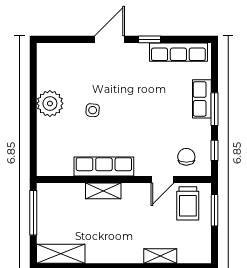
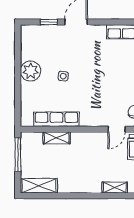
window: (150, 39) -> (49, 22), moved
row of seats: (104, 167) -> (56, 119), moved
shelving: (103, 191) -> (56, 138), moved

